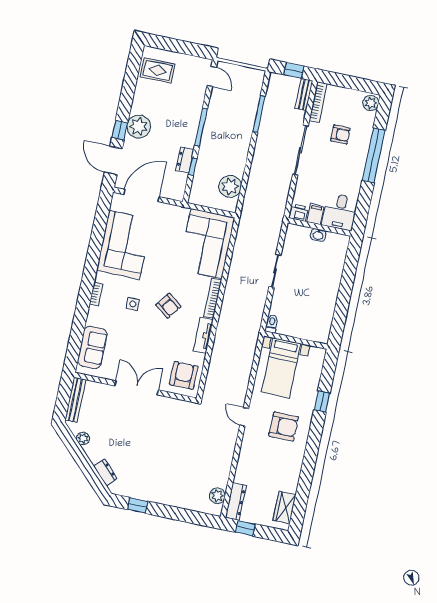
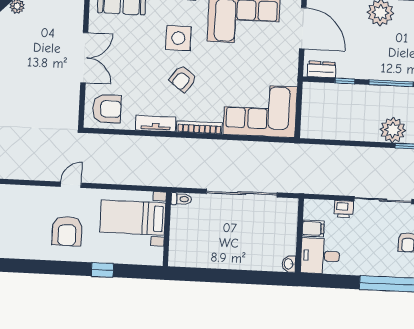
dresser: (185, 160) -> (322, 69), moved
plant: (230, 186) -> (393, 130), moved
printer: (299, 213) -> (344, 209), moved, turned 90
washbasin: (318, 235) -> (289, 264), moved
sliding door: (275, 271) -> (242, 193), width x1.86
side table: (133, 304) -> (178, 38), width x1.87, depth x1.87

